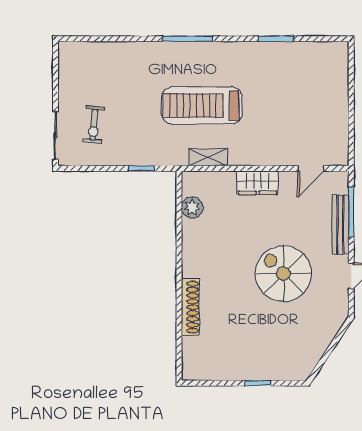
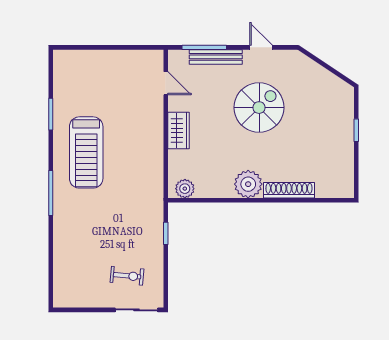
treadmill: (202, 105) -> (86, 152), moved
shelving: (208, 157) -> (156, 174), removed
plant: (192, 208) -> (185, 189), moved
plant: (197, 261) -> (248, 184), added
spiral stairs: (283, 273) -> (259, 108), turned 180

